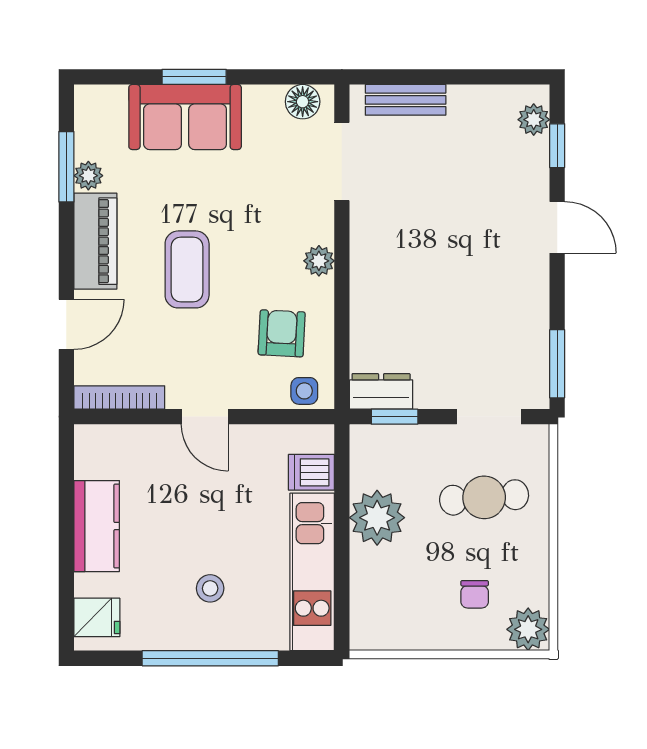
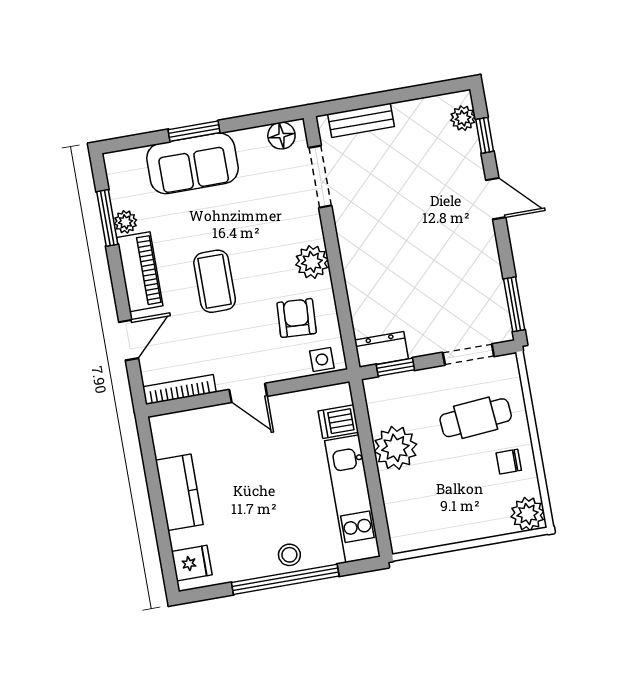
plant: (319, 261) -> (312, 262), width x1.38, depth x1.38
stool: (210, 588) -> (289, 555), moved
chair: (475, 594) -> (509, 462), moved, turned 90

